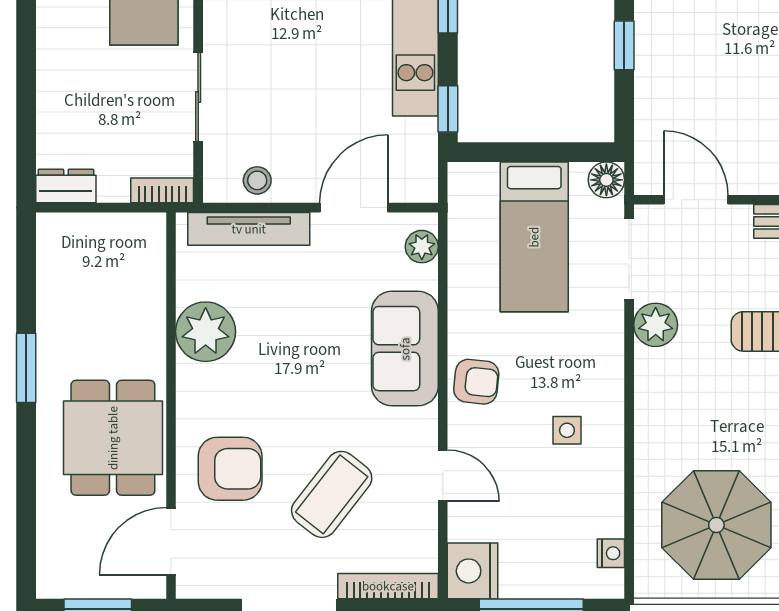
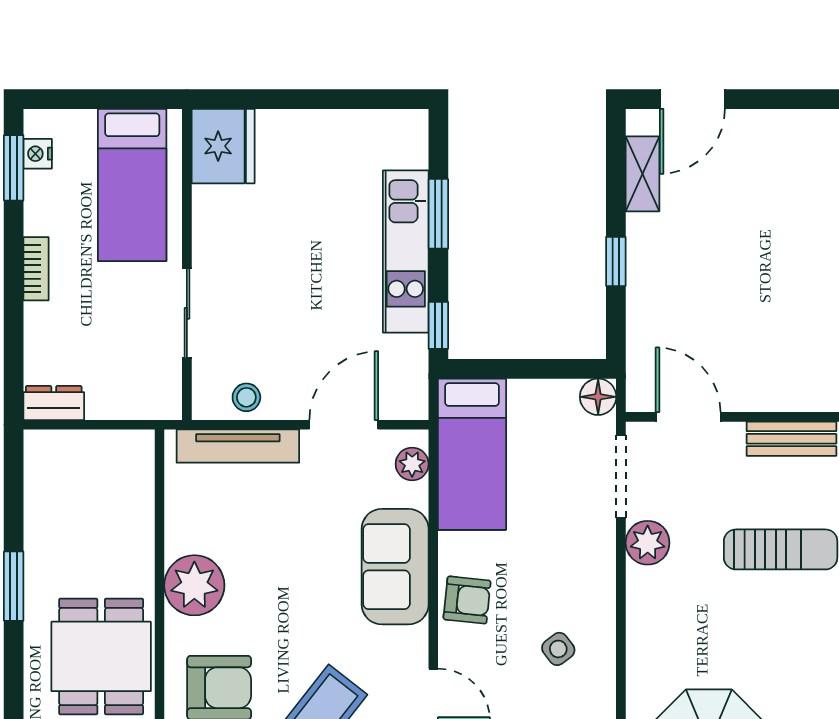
bookcase: (162, 190) -> (36, 269), moved, turned 90
bed: (534, 237) -> (472, 454), moved
plant: (206, 332) -> (194, 585), moved
side table: (567, 430) -> (558, 649), turned -37

